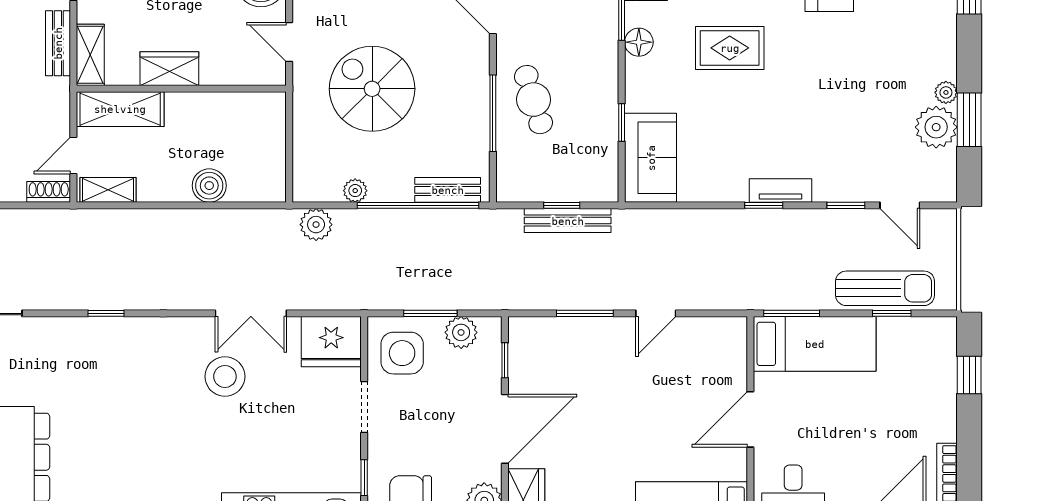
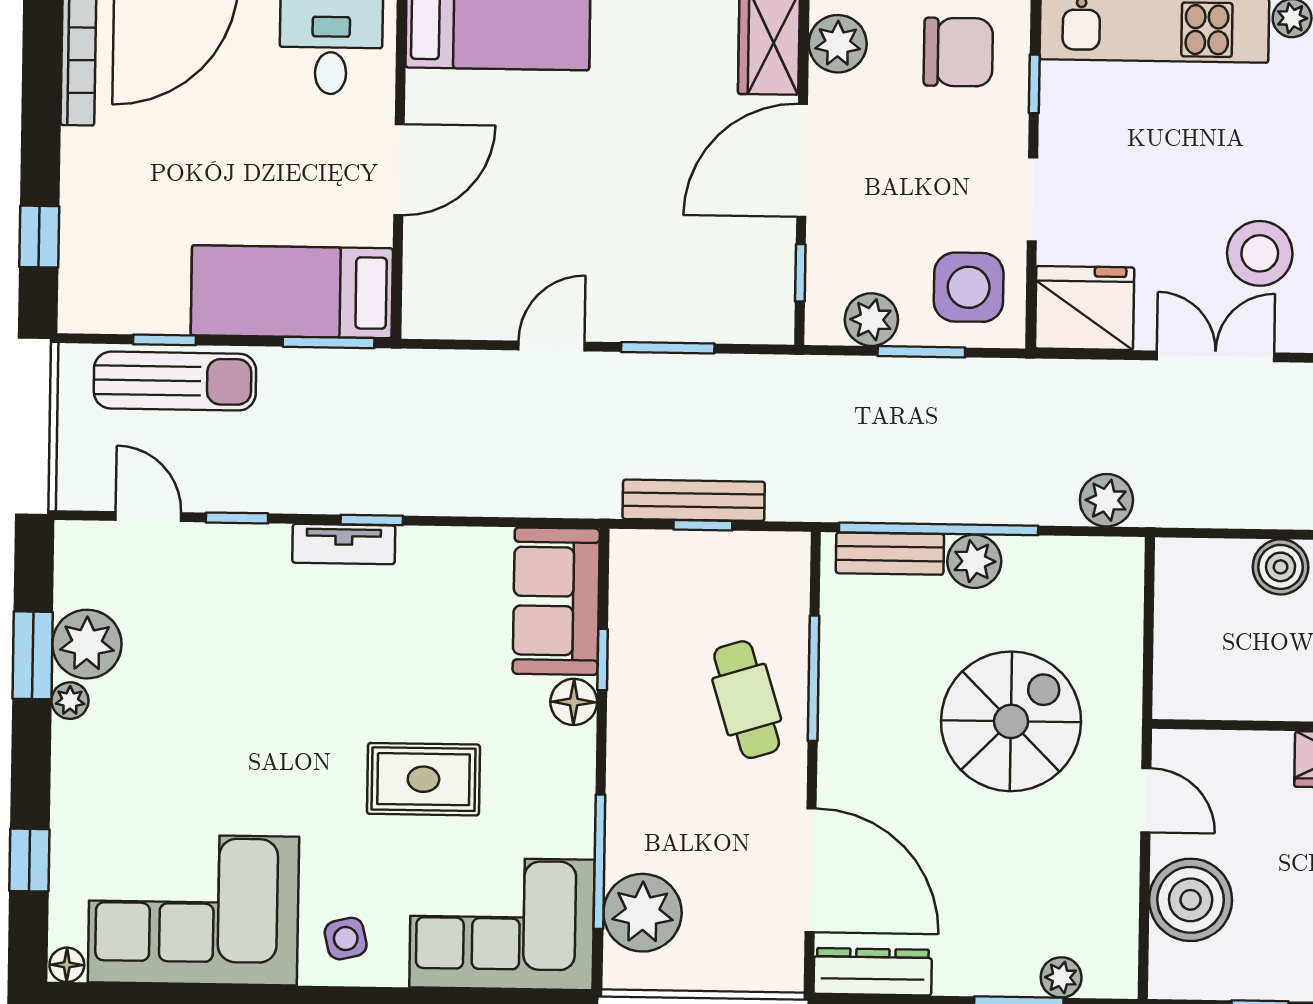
floor lamp: (639, 42) -> (574, 702), moved
spiral stairs: (372, 89) -> (1011, 721), turned -90
plant: (355, 191) -> (974, 561), moved, width x1.38, depth x1.38
sun lounger: (885, 288) -> (175, 381), turned 180

